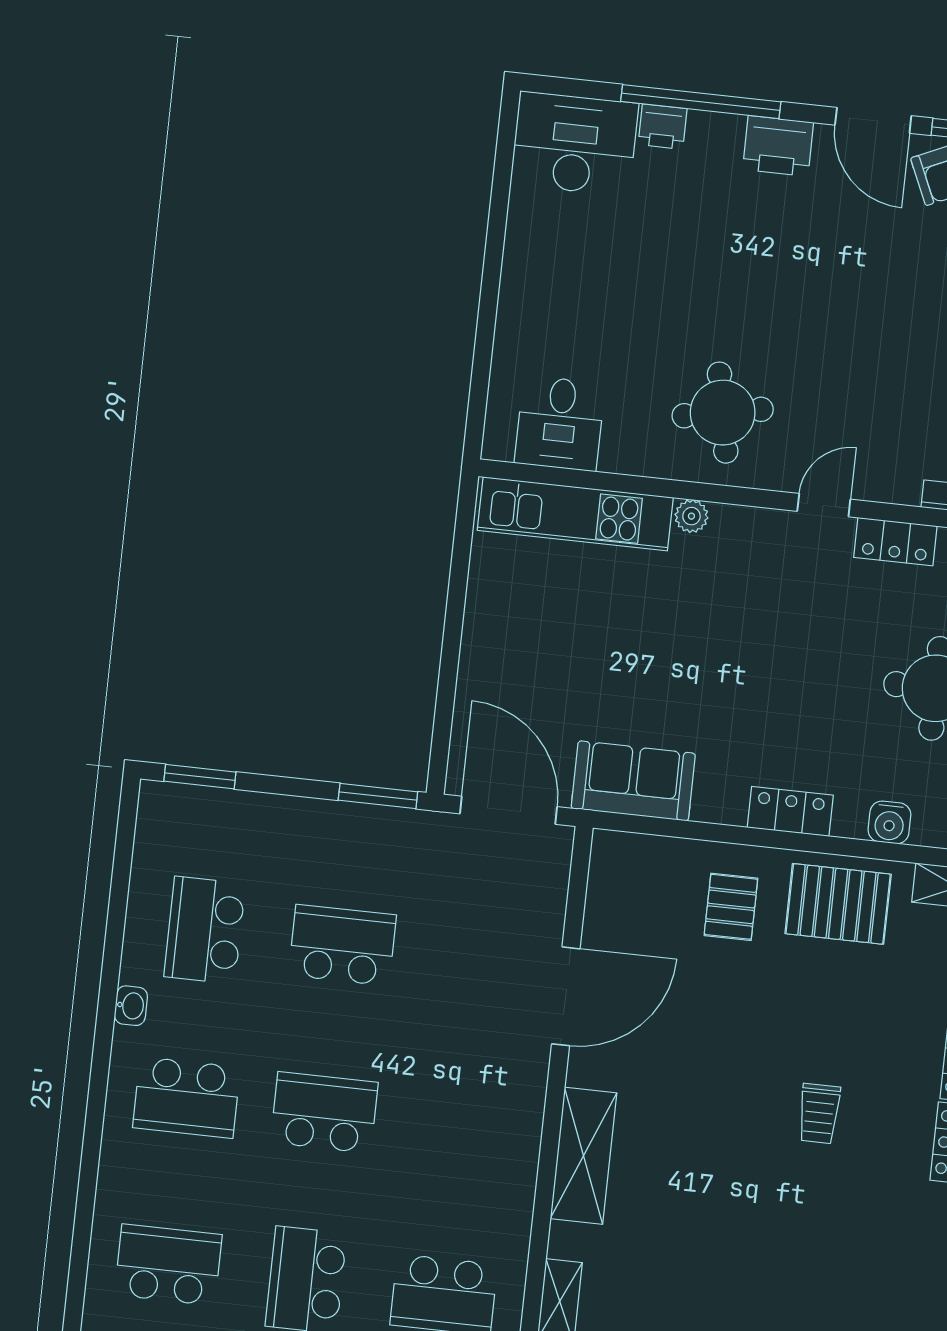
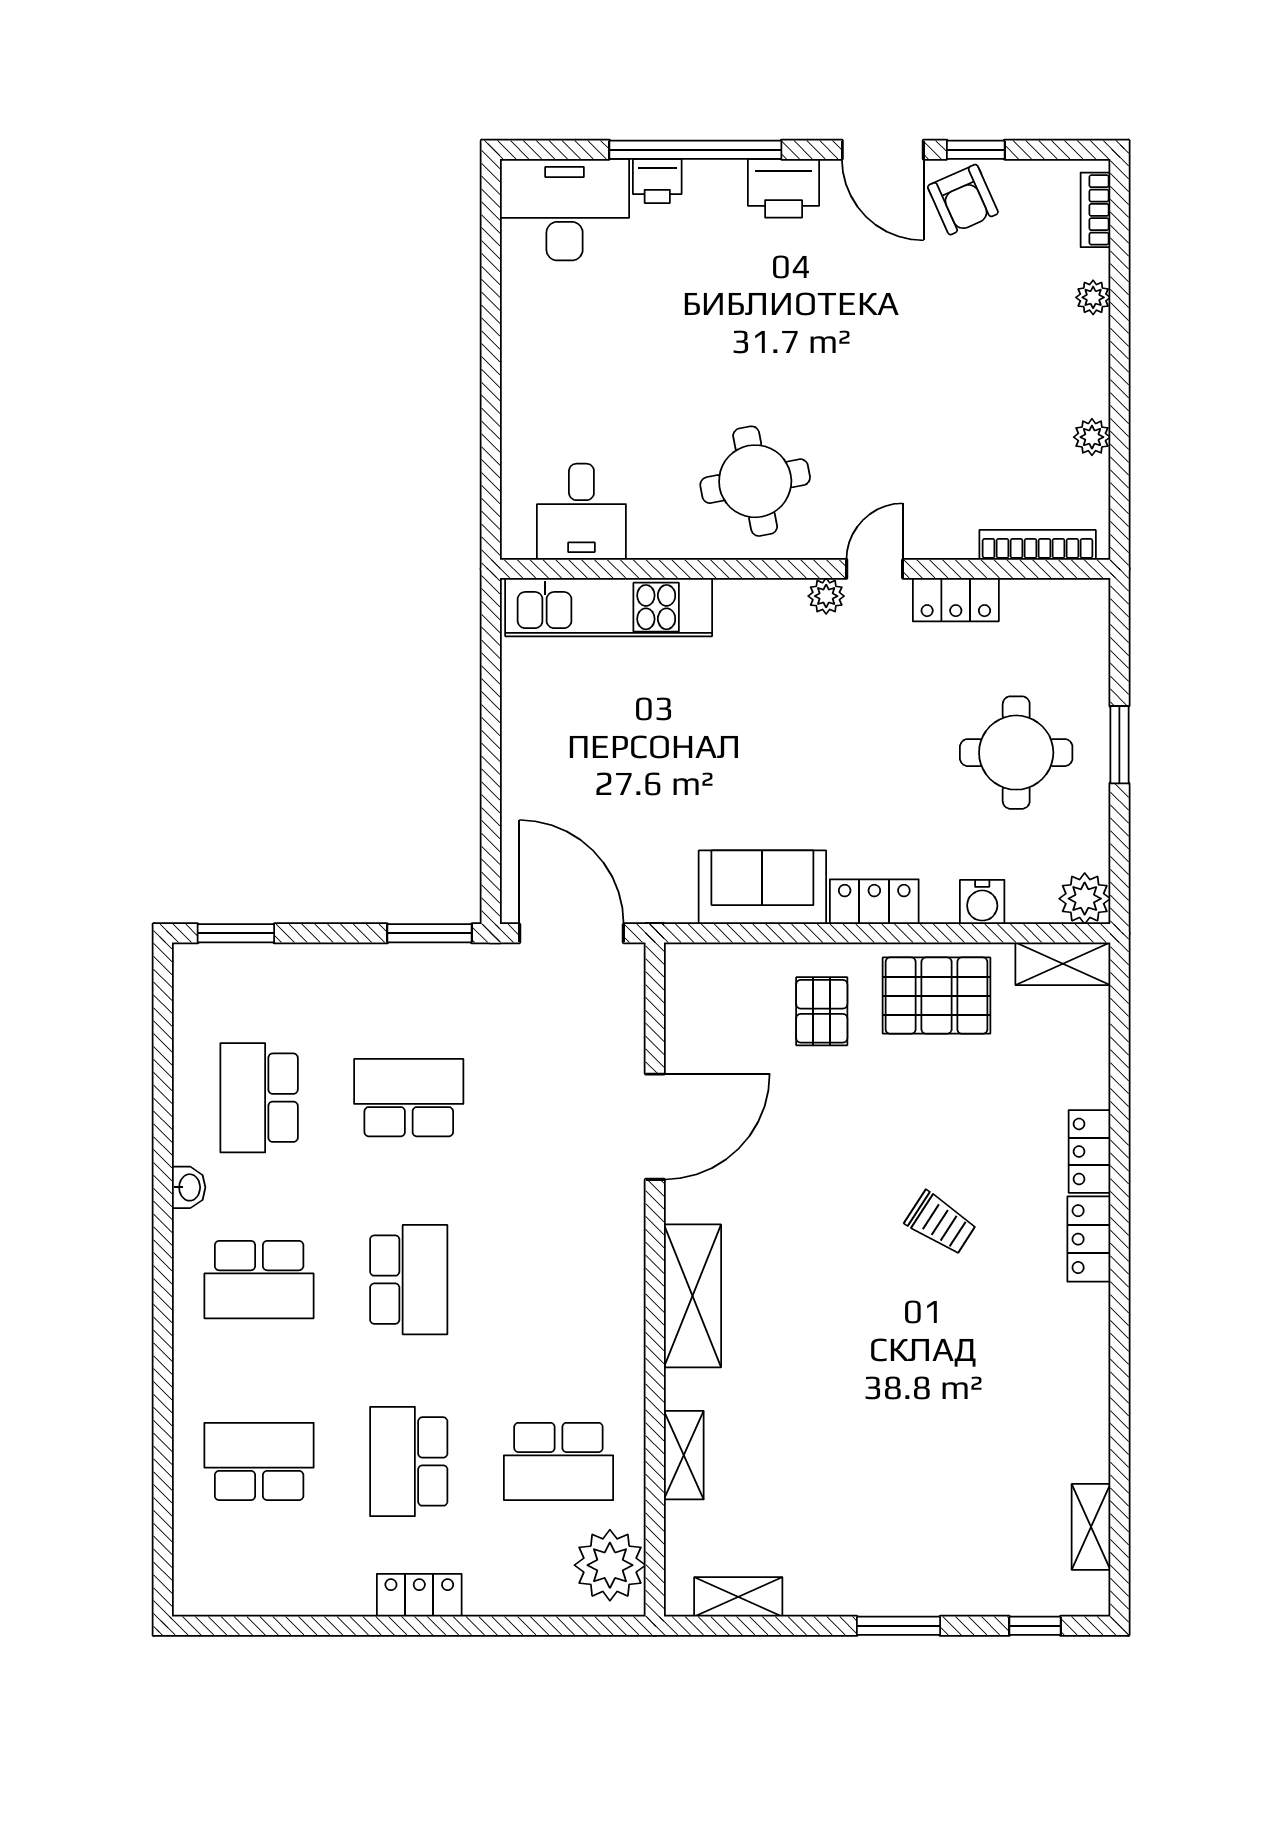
plant: (691, 516) -> (826, 596), moved
sofa: (633, 781) -> (762, 887), moved
school desk: (324, 1112) -> (409, 1280), turned 90
trolley: (819, 1114) -> (941, 1223), turned -57

